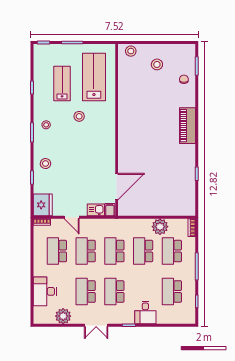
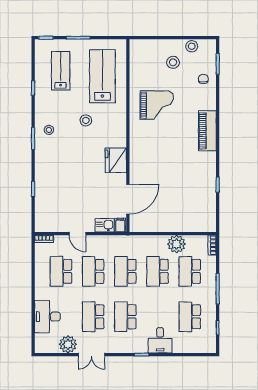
stool: (131, 51) -> (192, 46), moved
lab bench: (62, 83) -> (61, 71), moved
grand piano: (142, 103) -> (157, 105), added
stool: (45, 164) -> (48, 173), removed
fridge: (43, 205) -> (116, 160), moved, turned 180
double door: (96, 325) -> (91, 355), moved

